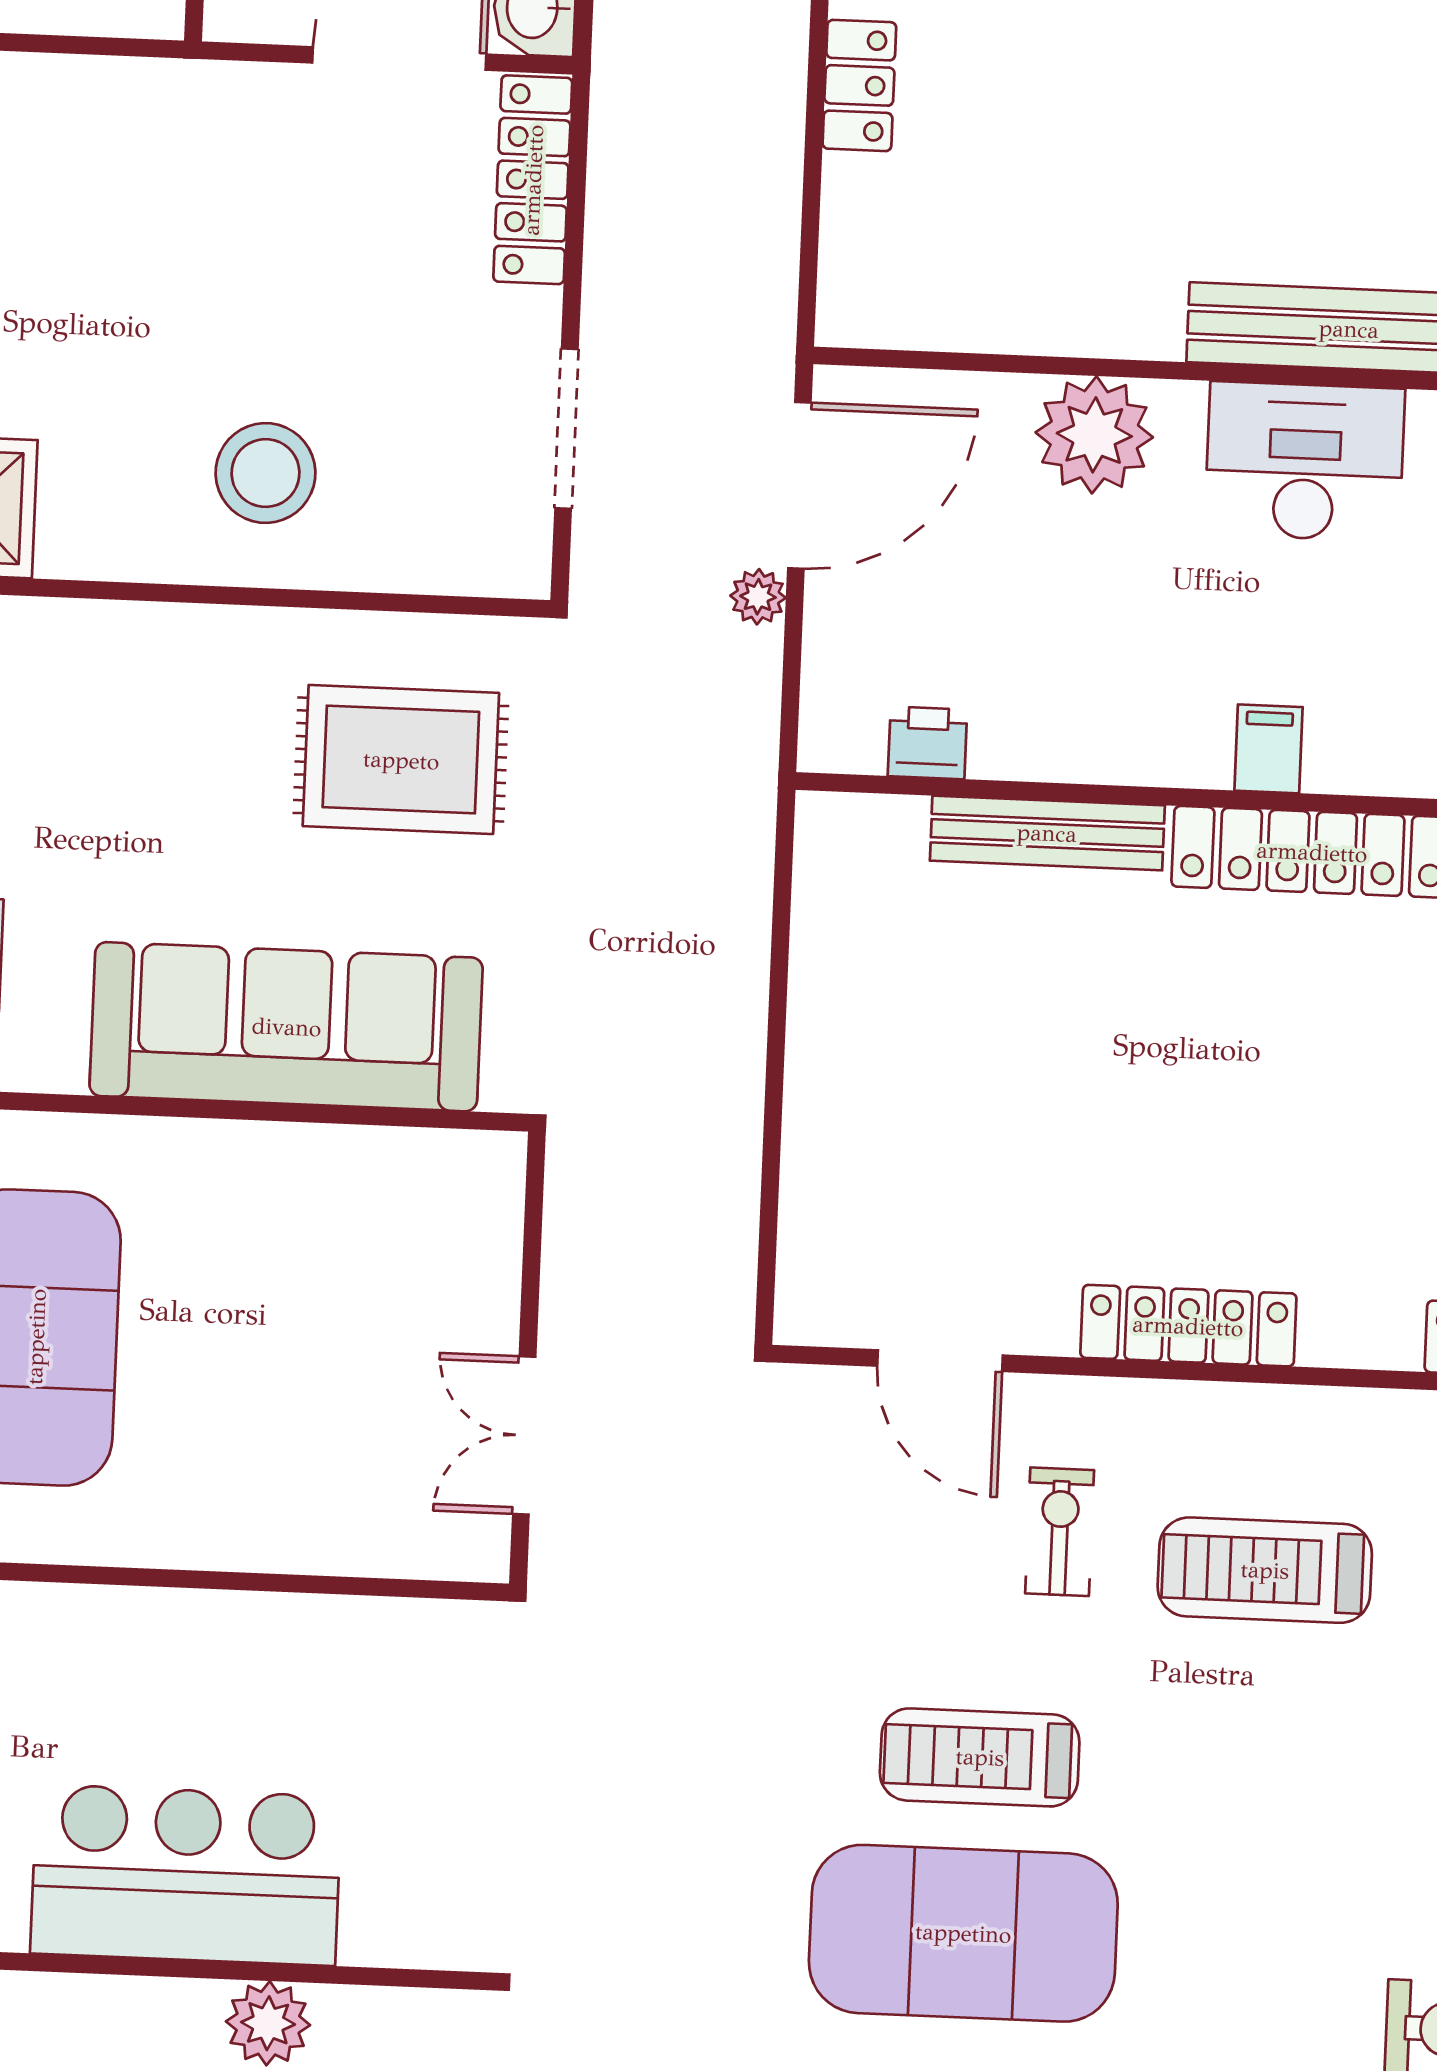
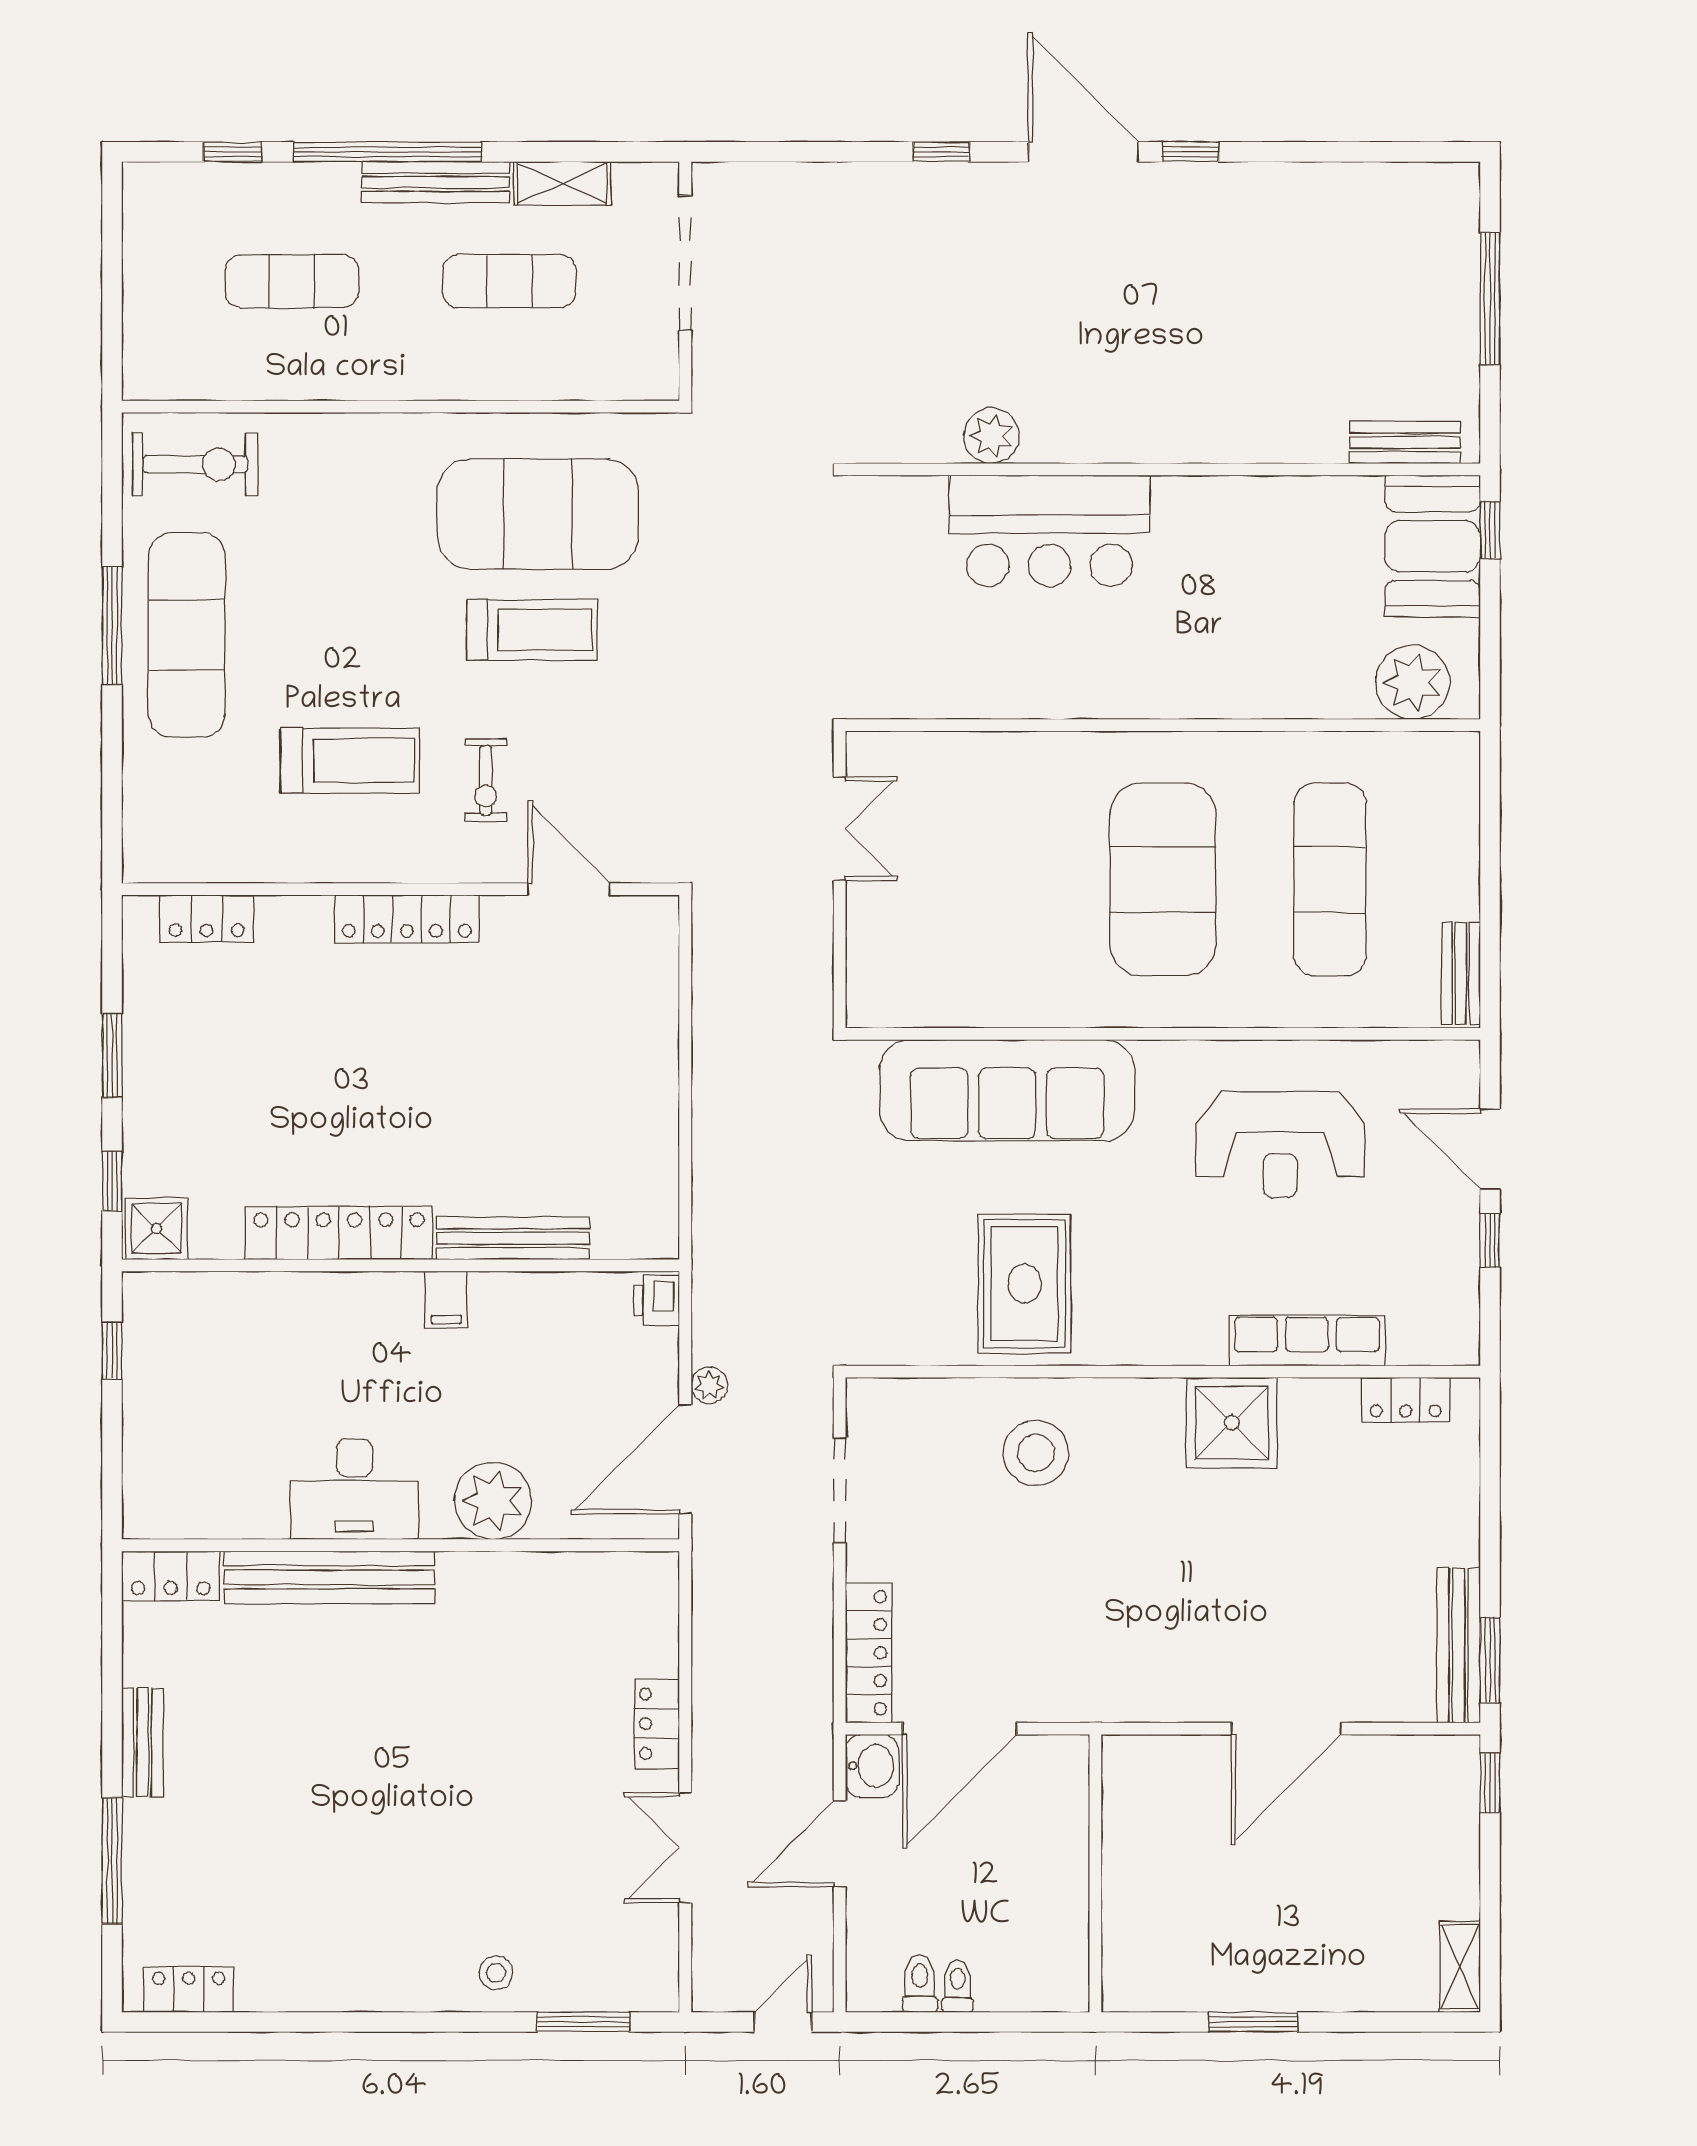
printer: (927, 743) -> (657, 1301), moved, turned 90
filing cabinet: (1269, 749) -> (446, 1300), moved
rug: (401, 760) -> (1024, 1284), moved, turned 90

